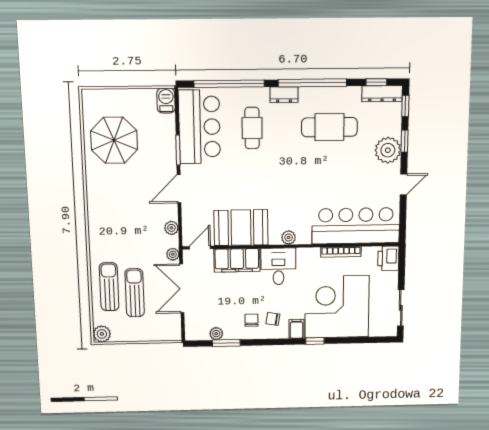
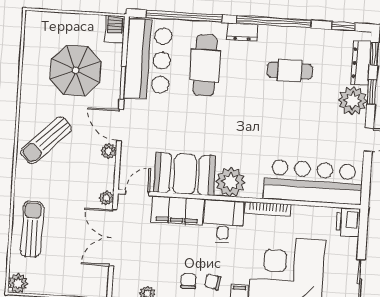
dresser: (382, 94) -> (361, 63), moved, turned 90
cafe table: (329, 127) -> (290, 71), width x0.73, depth x0.74
cafe table: (252, 128) -> (205, 65), width x1.37, depth x1.35
parasol: (114, 140) -> (75, 70), moved
door: (179, 189) -> (120, 125), hinge flipped
plant: (171, 228) -> (109, 151), moved
plant: (289, 237) -> (230, 182), width x1.87, depth x1.87
bookcase: (341, 252) -> (268, 209), moved
sun lounger: (135, 293) -> (46, 140), moved, turned -135

